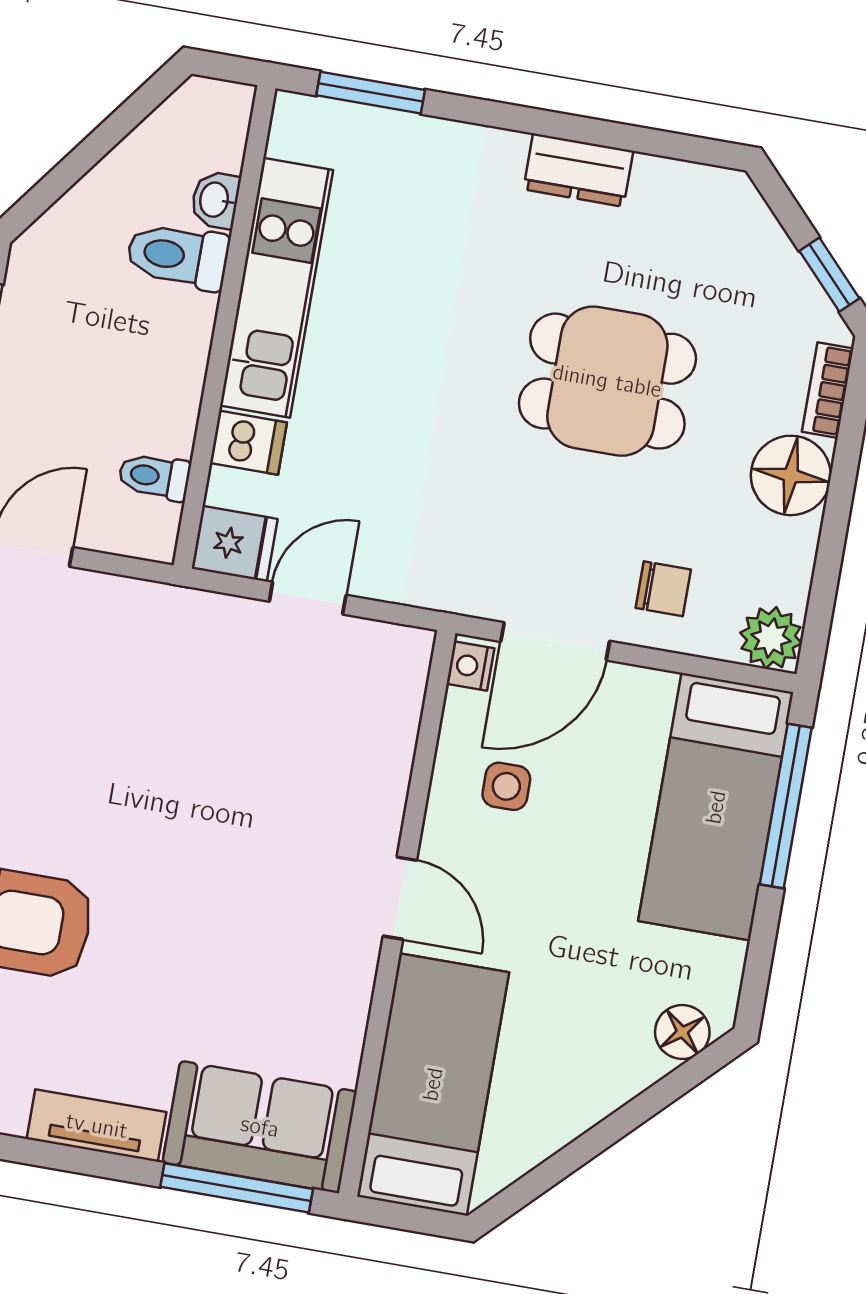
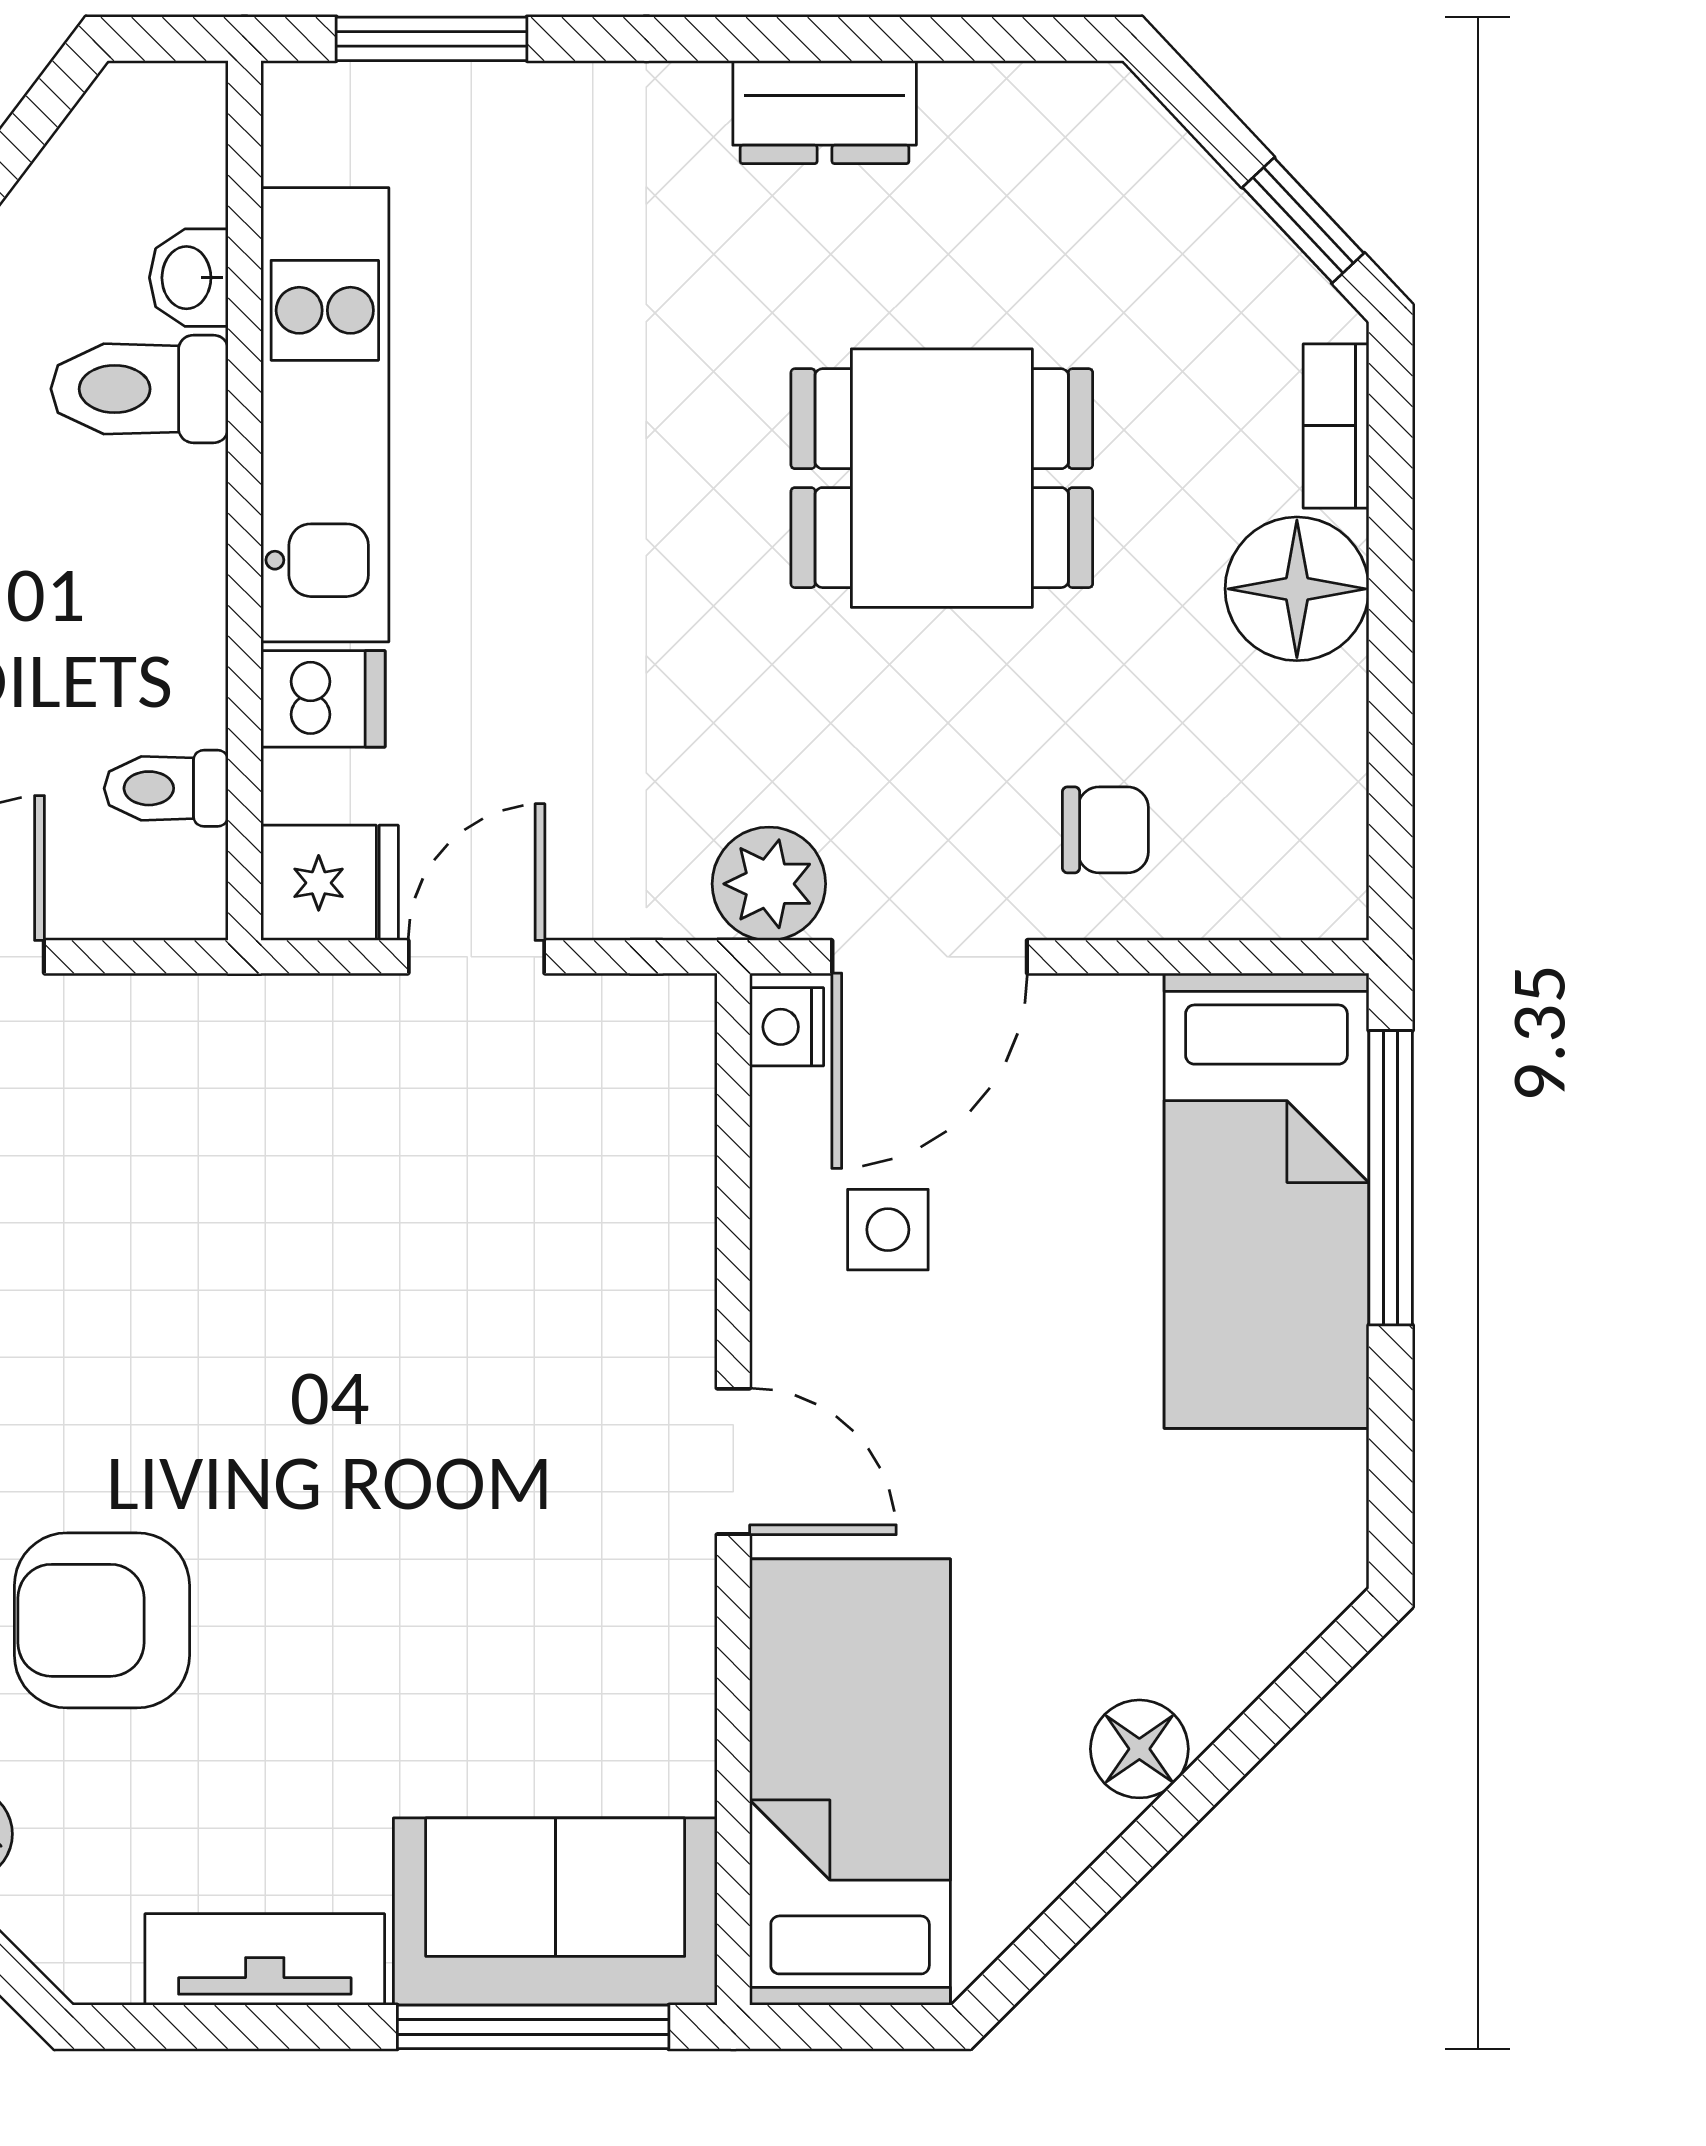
plant: (771, 638) -> (769, 884), moved
floor lamp: (682, 1032) -> (1139, 1749), moved

